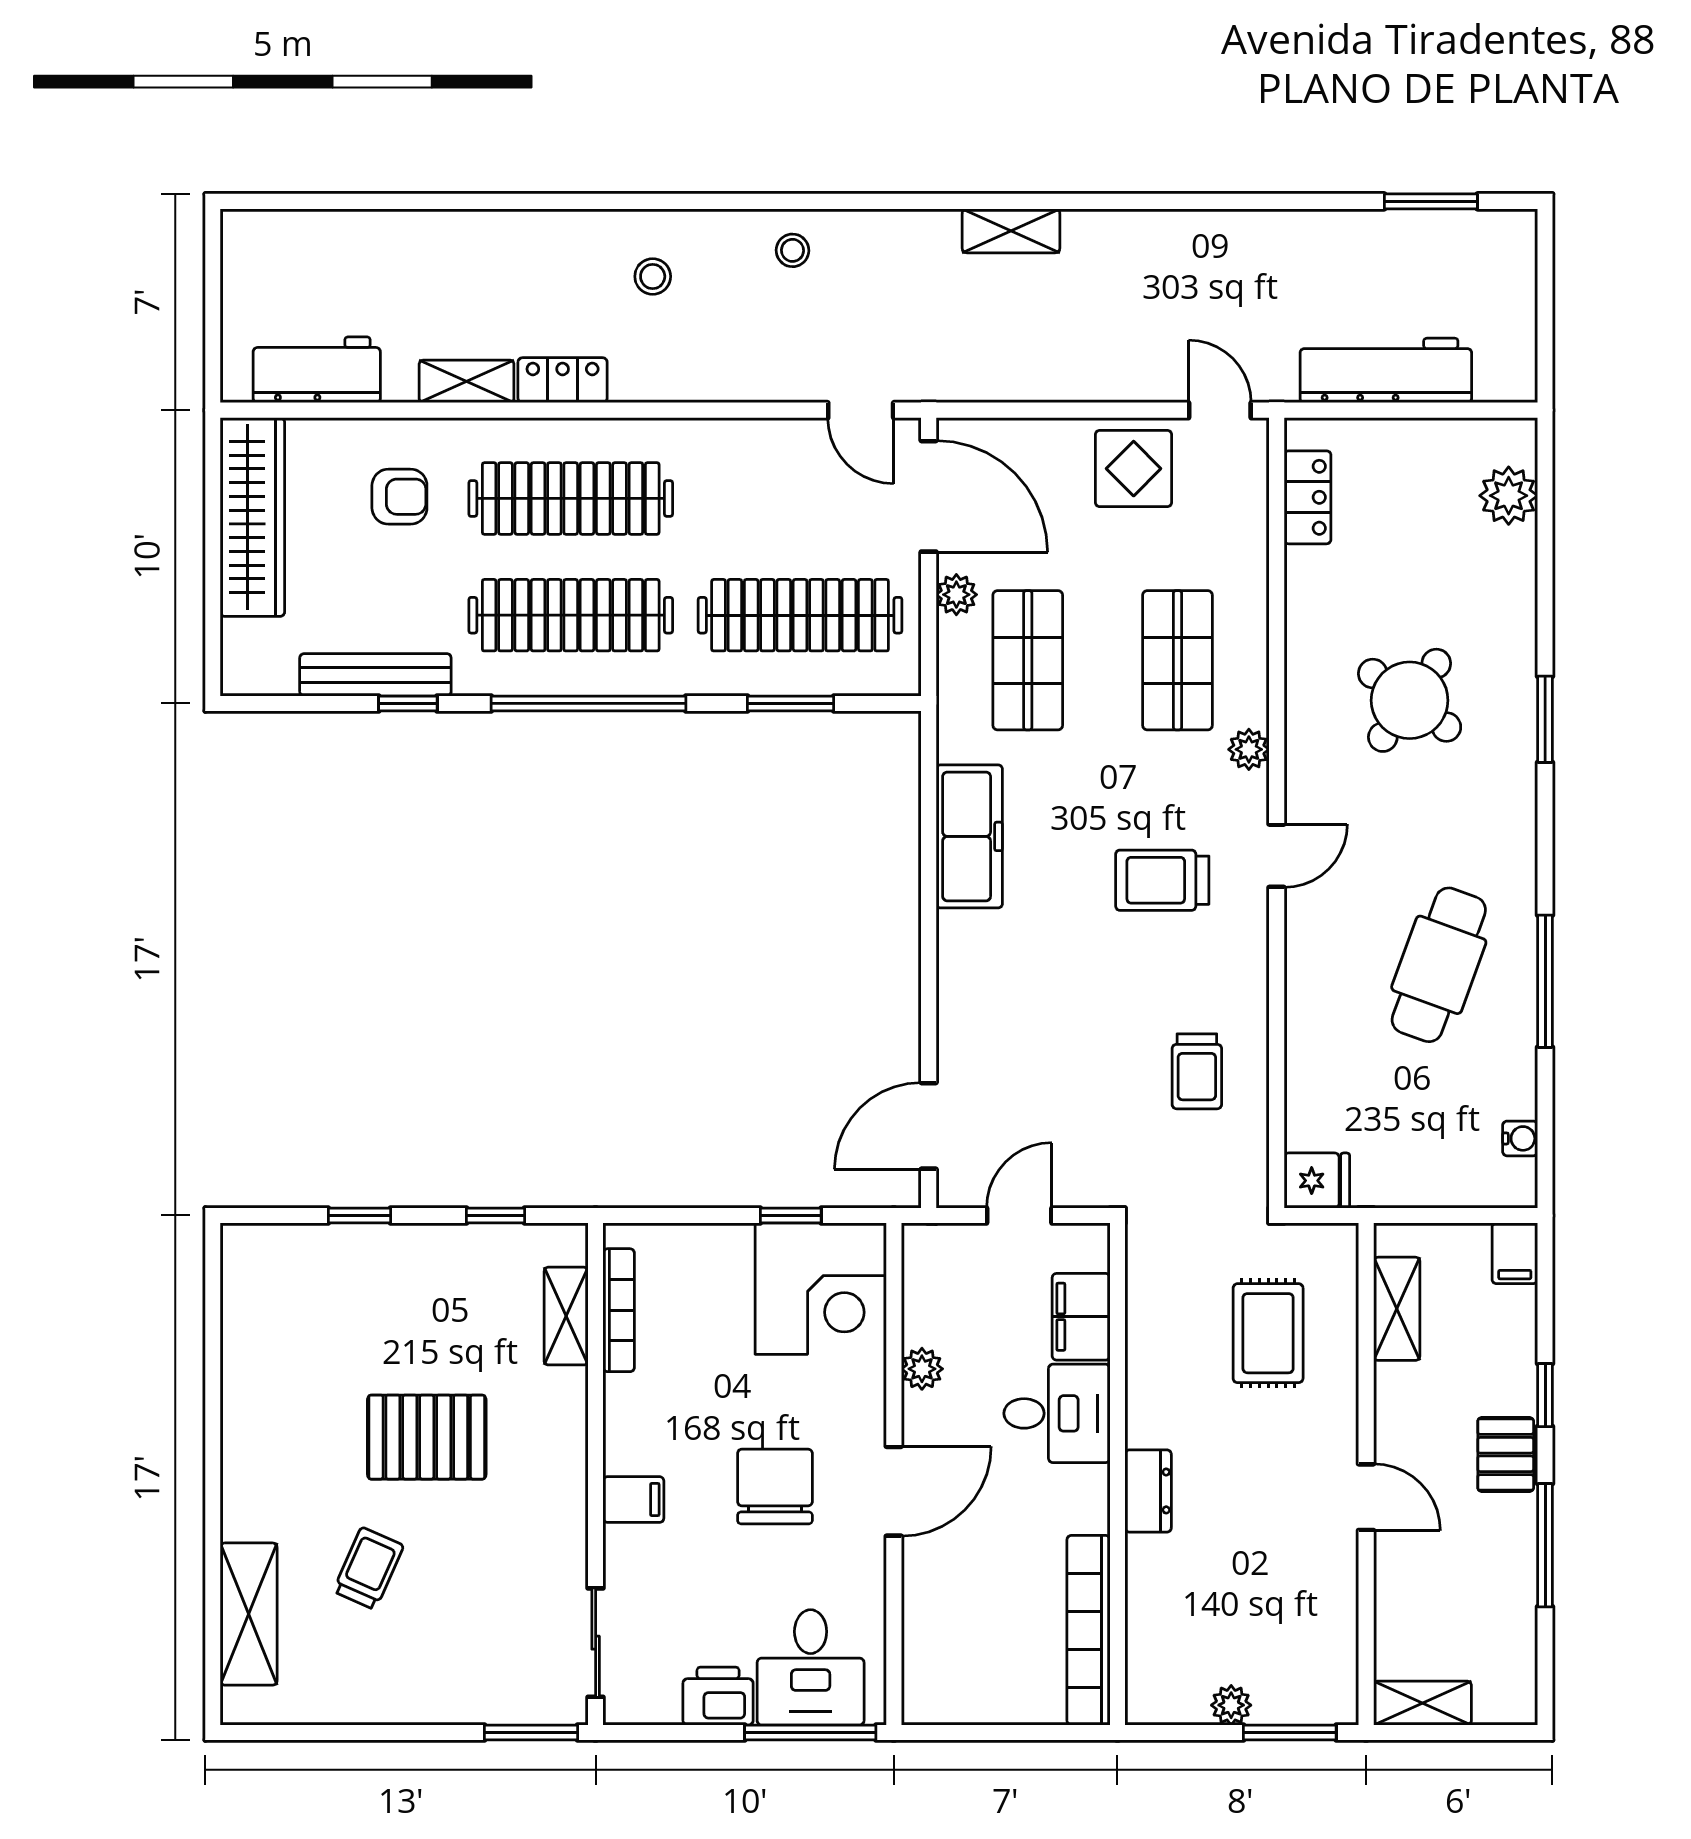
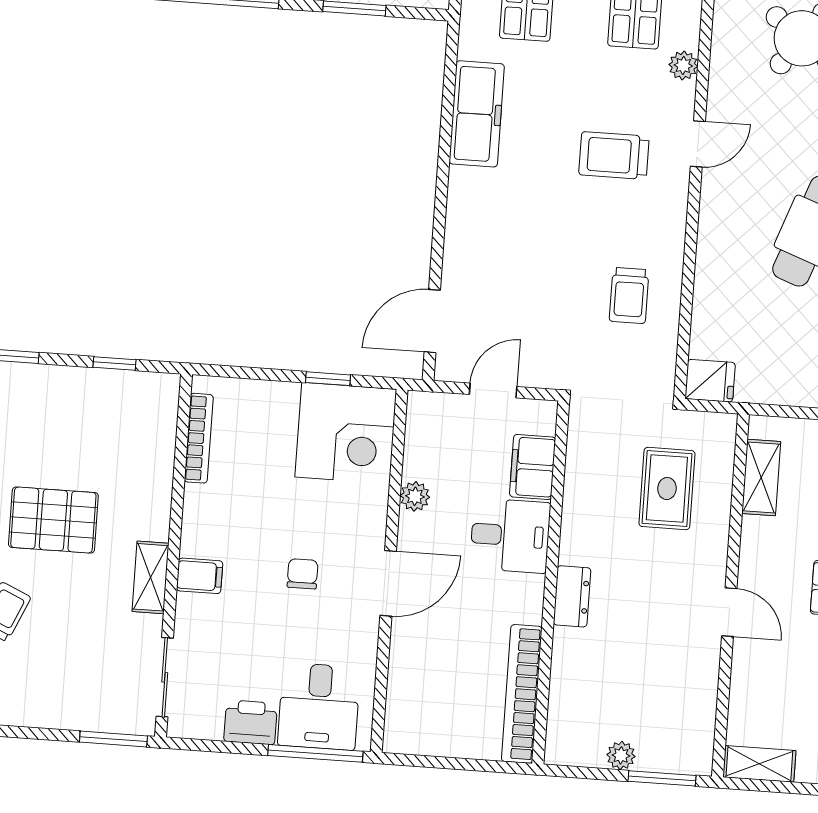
shelving: (566, 1316) -> (151, 577), moved
chair: (775, 1486) -> (303, 574), width x0.54, depth x0.54

